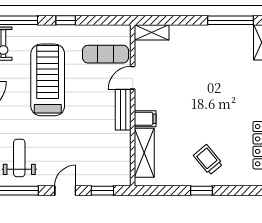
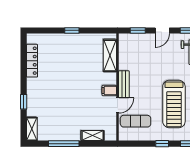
window: (231, 20) -> (64, 144), moved
shelving: (152, 32) -> (93, 136), moved
filing cabinet: (145, 119) -> (109, 90), moved
trolley: (208, 160) -> (67, 51), removed

